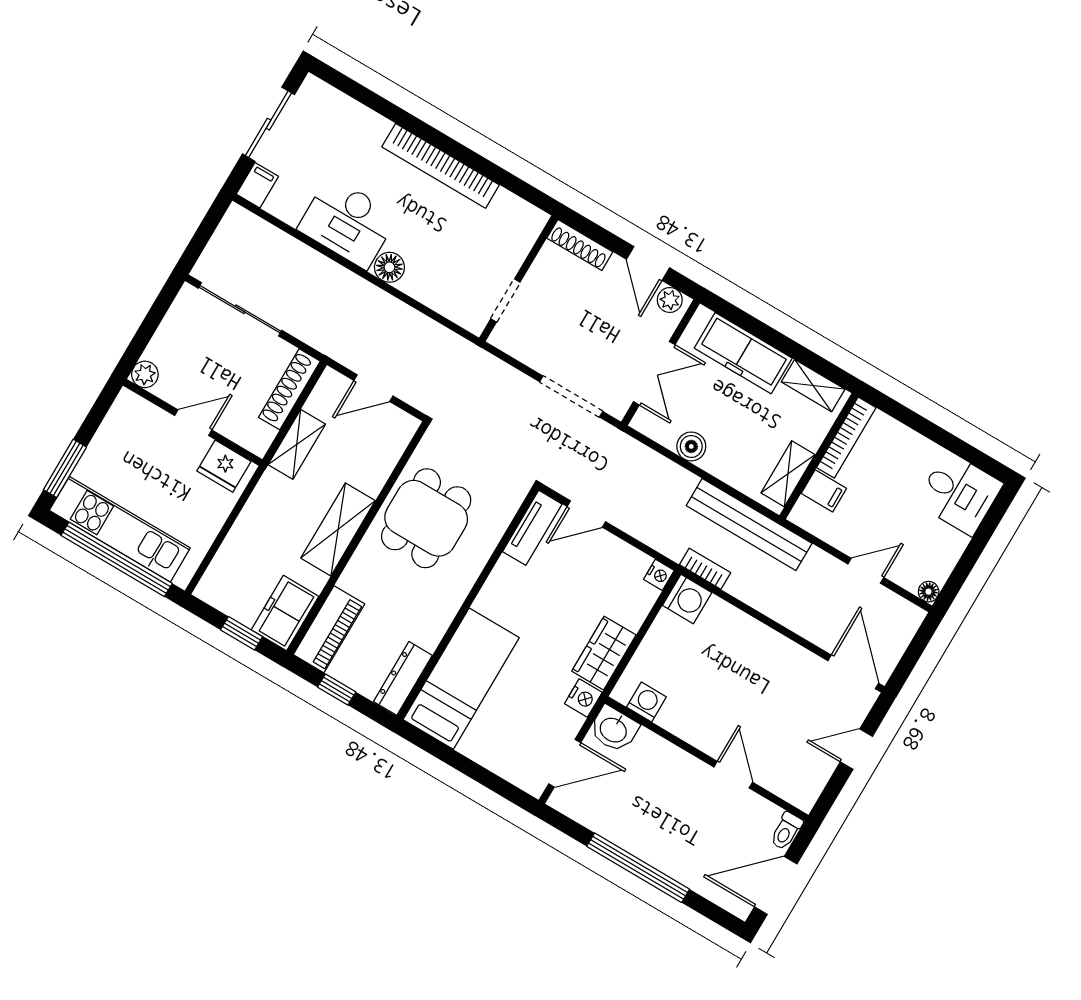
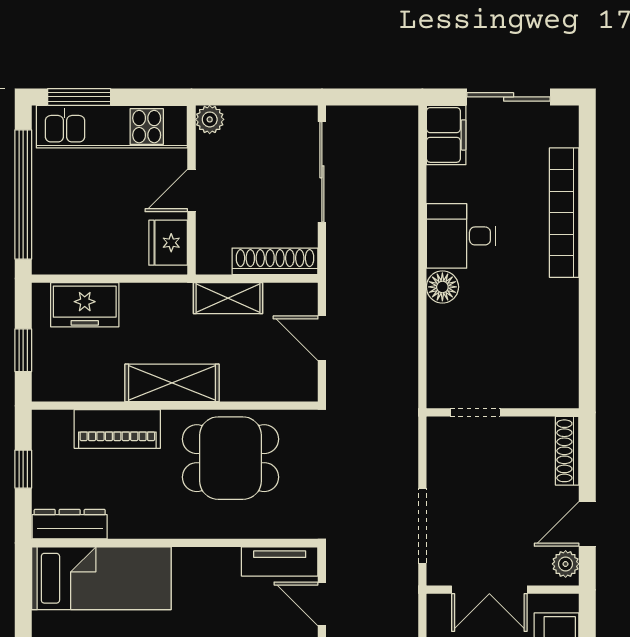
bookcase: (441, 166) -> (564, 213), moved
filing cabinet: (257, 185) -> (446, 135), width x2.00
desk: (348, 222) -> (461, 236), width x0.73
door: (193, 423) -> (192, 191), swing flipped
kitchen unit: (120, 529) -> (112, 127), moved, turned 90
freezer: (285, 613) -> (85, 305), moved, turned 180
piano: (329, 629) -> (117, 429), moved

